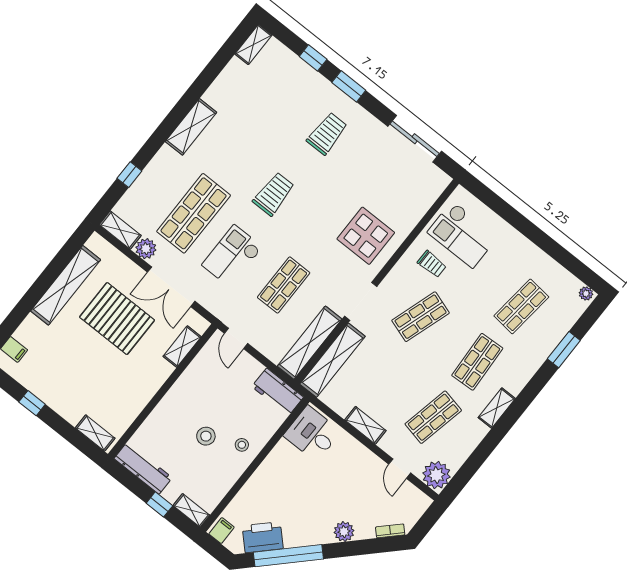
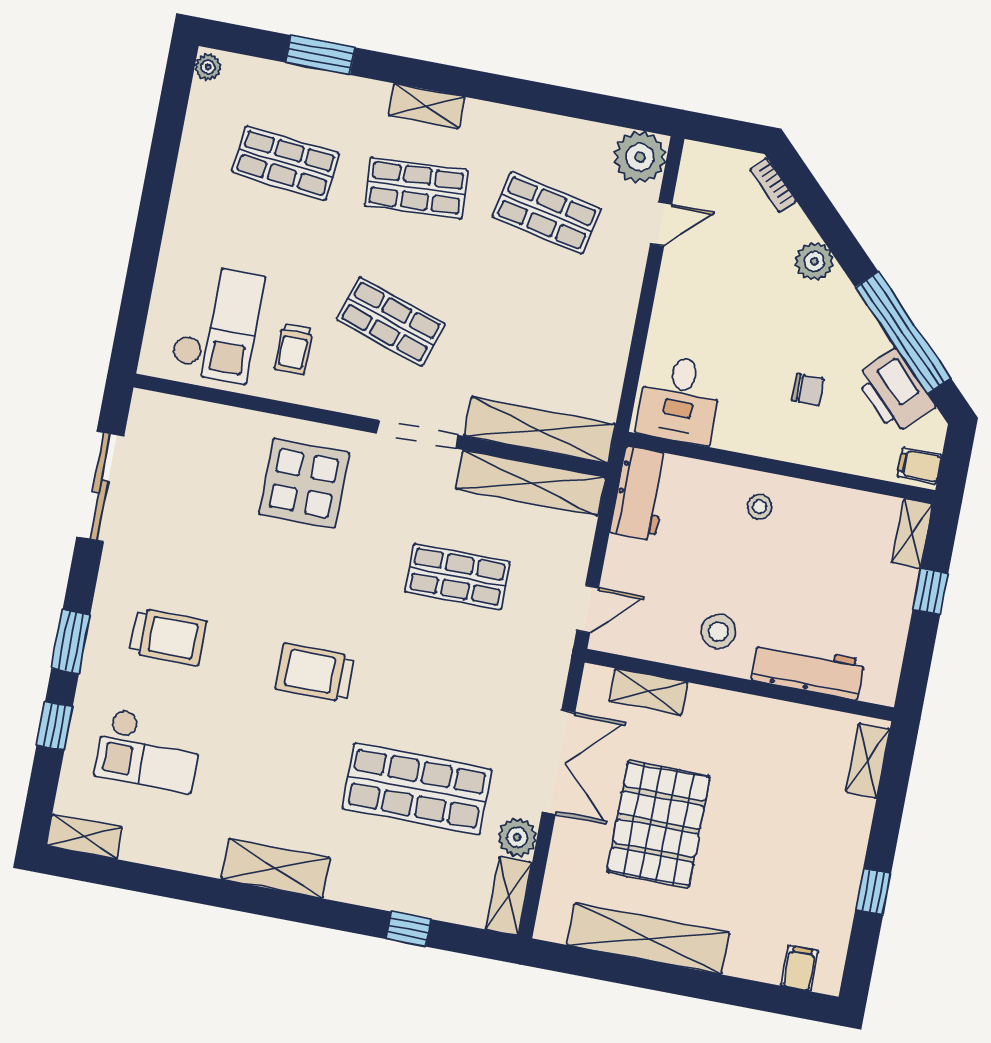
trolley: (327, 134) -> (168, 637), turned 180
checkout: (232, 256) -> (149, 751), moved
trolley: (432, 264) -> (293, 349), turned 180
shelving: (497, 408) -> (427, 106), moved
shelving: (365, 425) -> (619, 319), removed
stool: (206, 436) -> (718, 631), moved
workbench: (143, 468) -> (808, 670), moved, turned 90
chair: (285, 497) -> (808, 390), added

